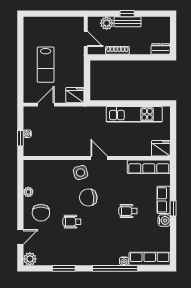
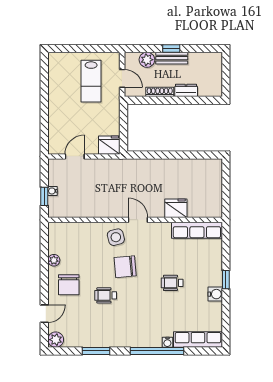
dresser: (161, 49) -> (186, 90), moved
lab bench: (46, 65) -> (91, 81), moved
kitchen unit: (134, 114) -> (180, 168), removed
fridge: (161, 148) -> (176, 208), moved
row of seats: (164, 200) -> (214, 270), removed

